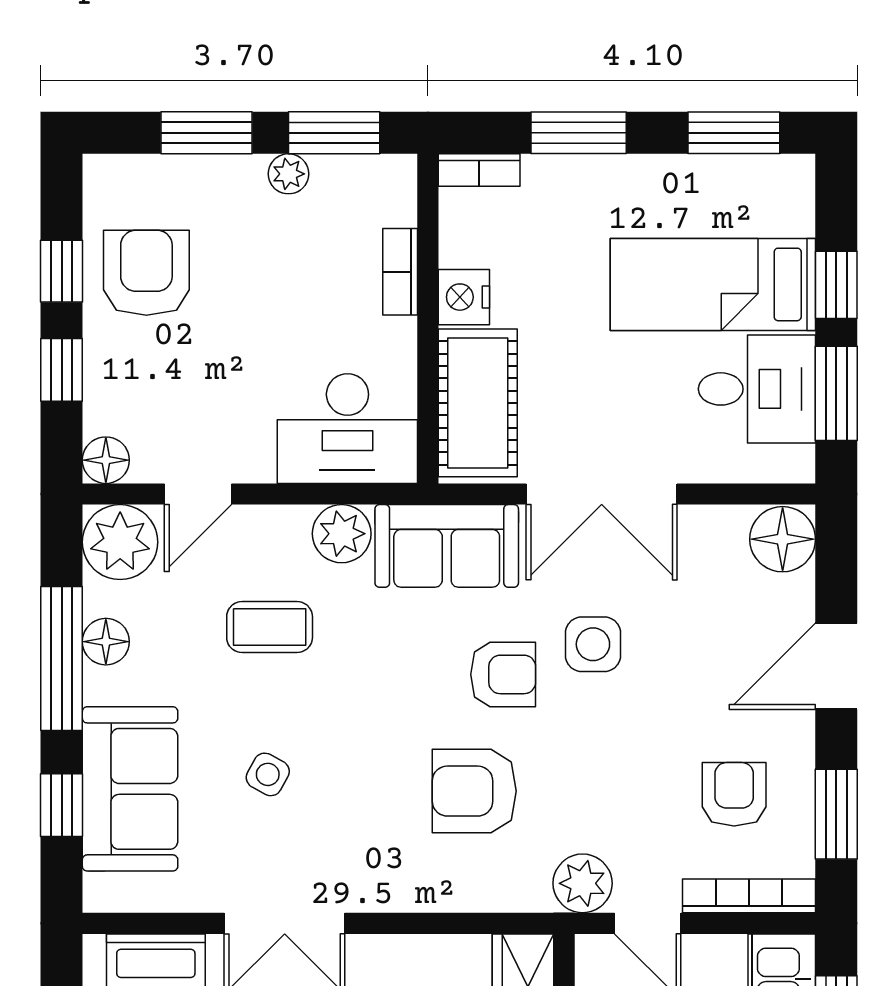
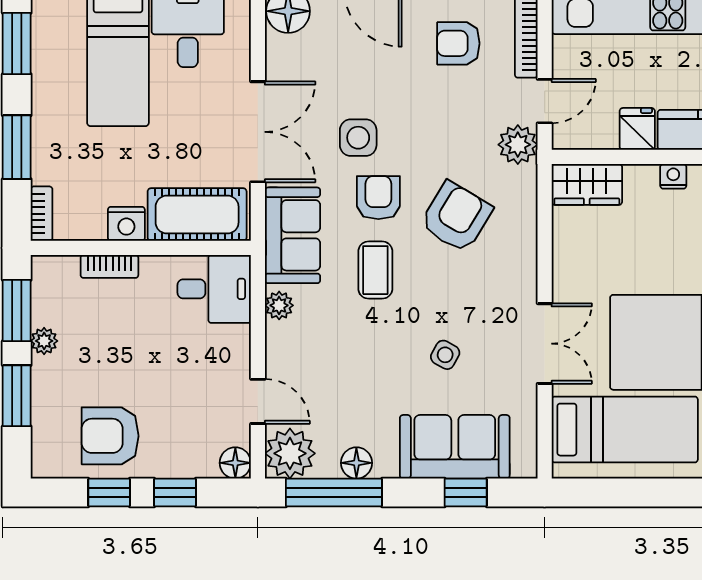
desk: (347, 429) -> (214, 289), width x0.73
plant: (342, 534) -> (279, 305), width x0.73, depth x0.73
coffee table: (270, 627) -> (375, 270), moved
window: (62, 659) -> (334, 493), moved
armchair: (474, 791) -> (456, 217), turned -149

